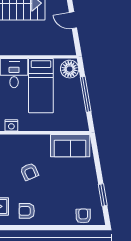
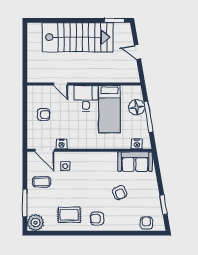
floor lamp: (70, 69) -> (137, 107), moved
nightstand: (11, 125) -> (137, 144), moved
armchair: (29, 172) -> (120, 193), moved

